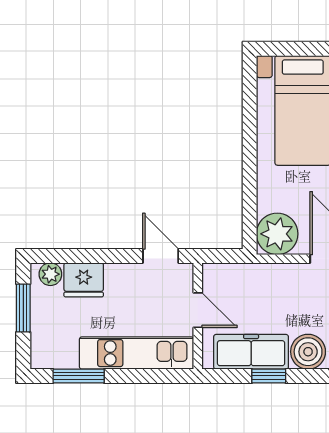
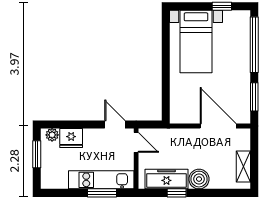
plant: (277, 234) -> (181, 112), removed
door: (198, 310) -> (136, 142), moved
window: (79, 376) -> (102, 193), moved

